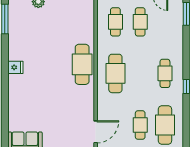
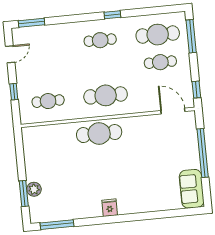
cafe table: (140, 22) -> (45, 73), removed

